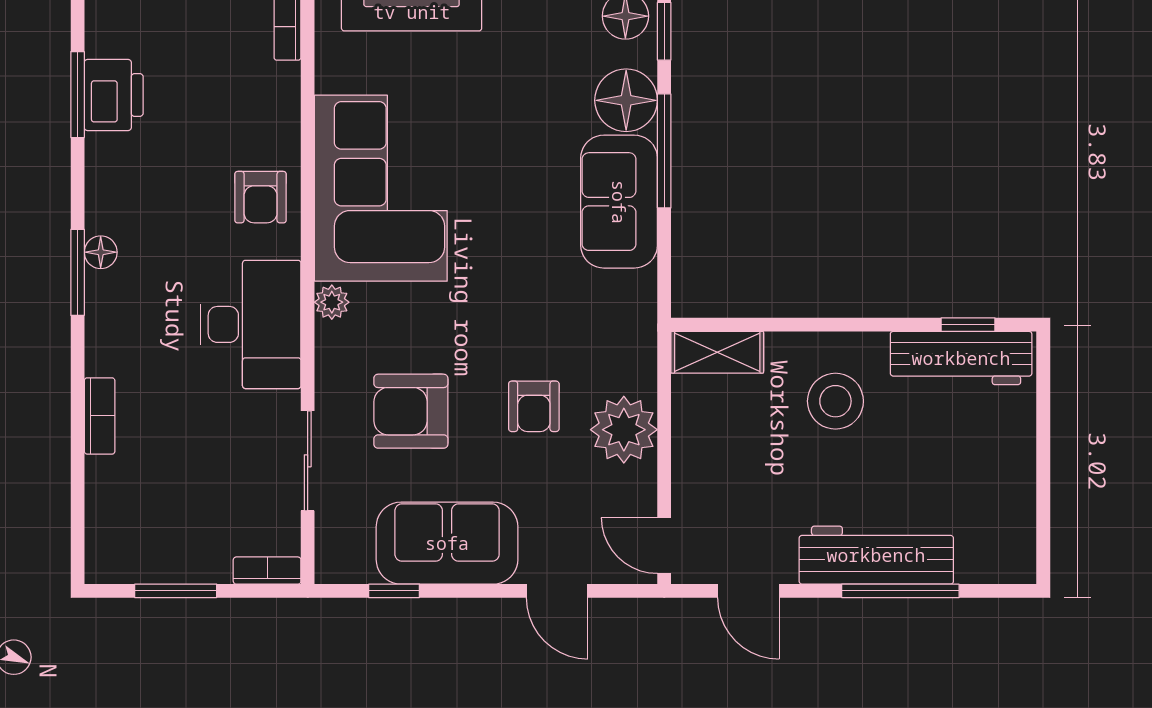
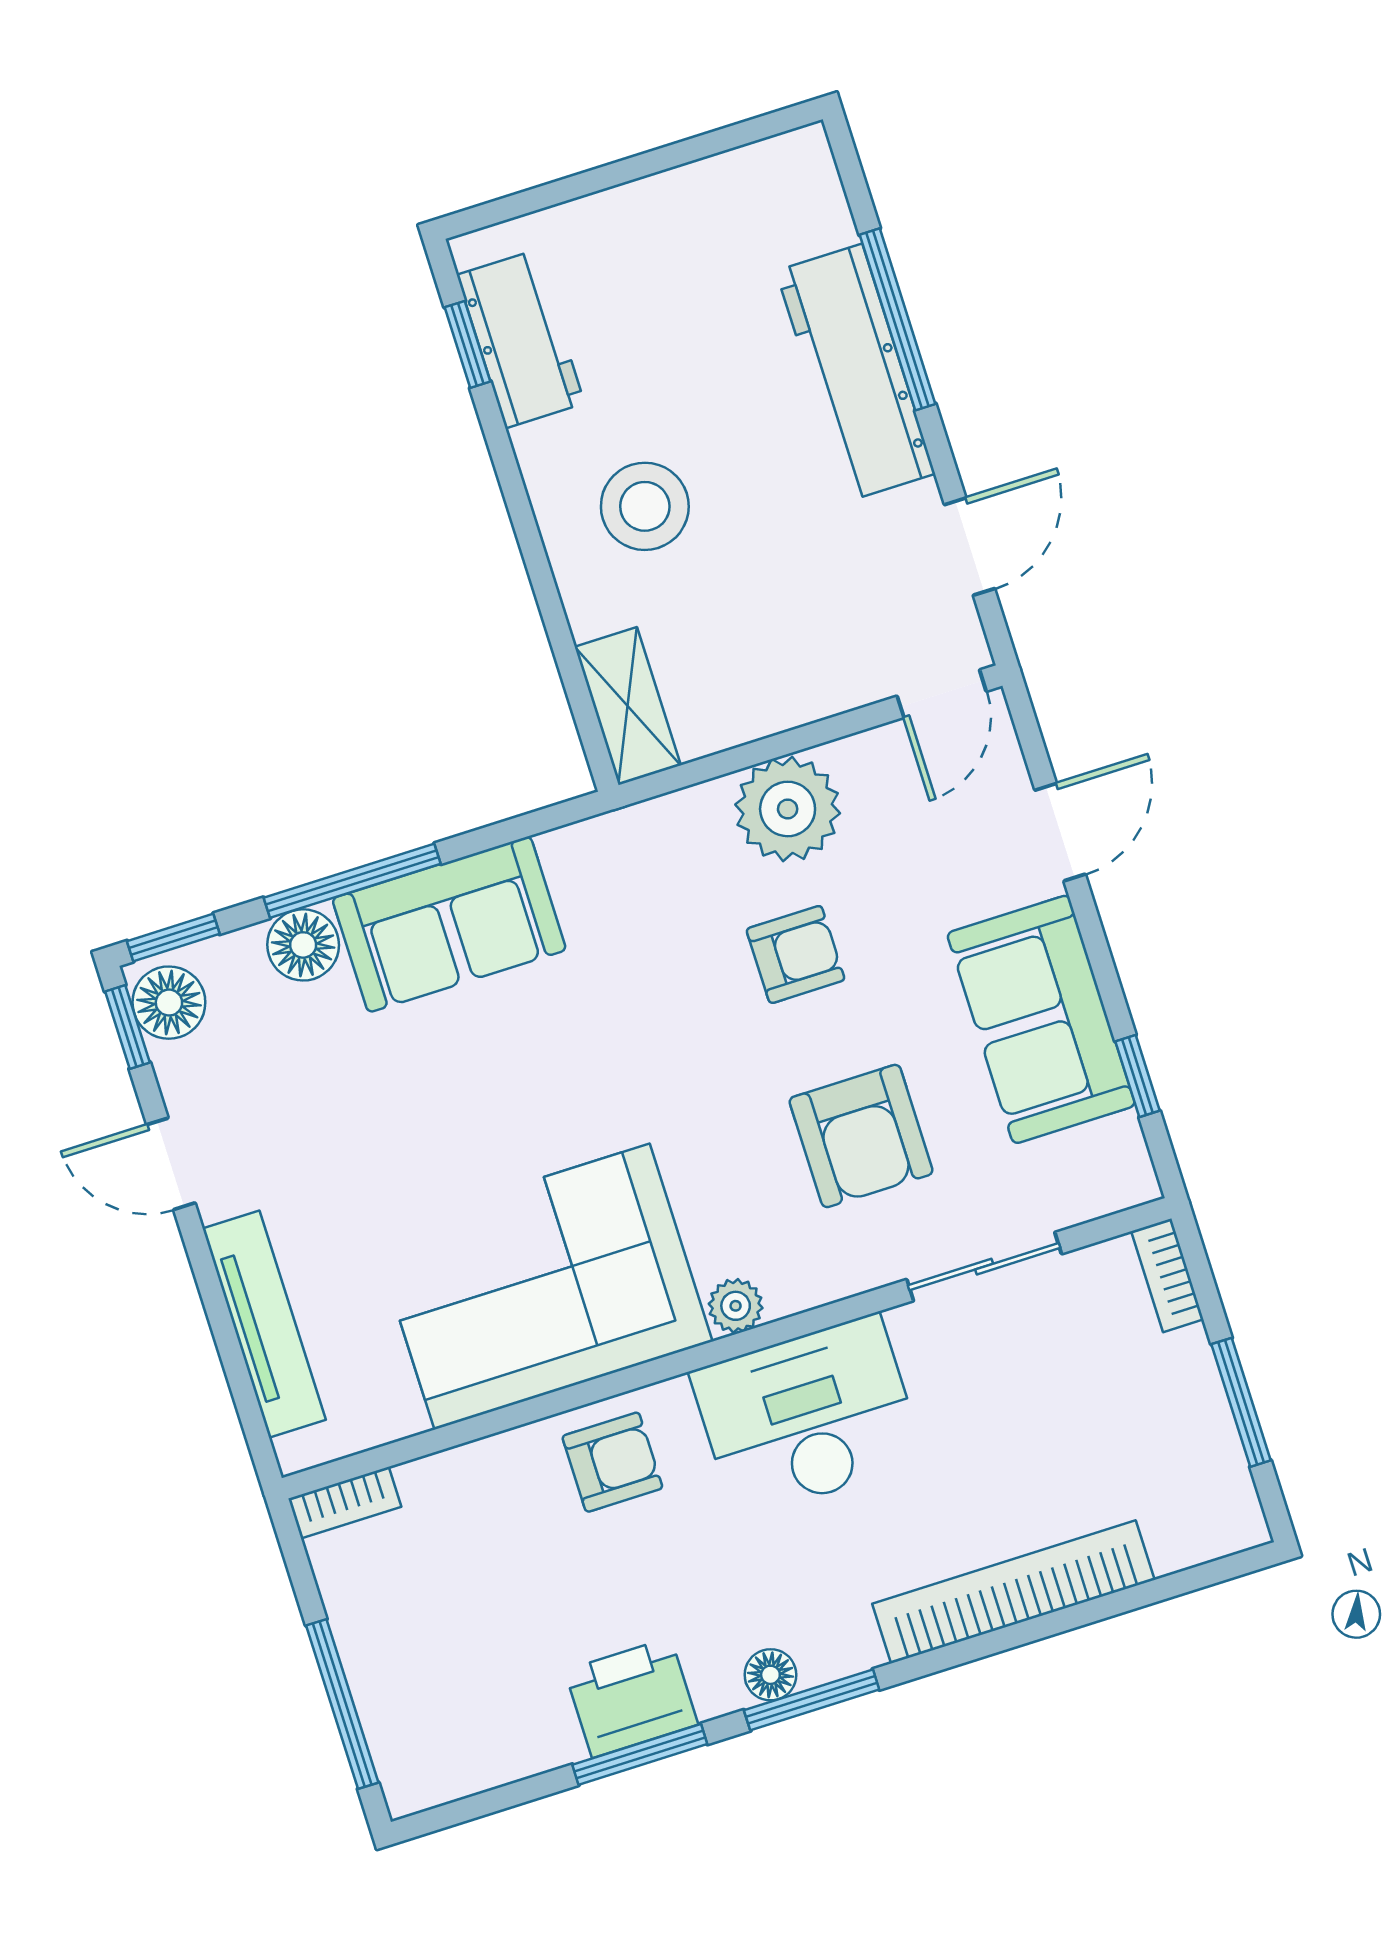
window: (78, 95) -> (640, 1754), moved
printer: (114, 95) -> (631, 1698), moved
floor lamp: (626, 100) -> (303, 945), width x0.73, depth x0.73
workbench: (961, 358) -> (521, 339), width x0.73
bookcase: (100, 416) -> (1013, 1592), width x2.31, depth x1.31

